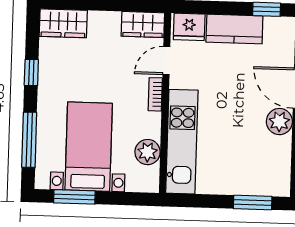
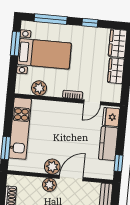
wardrobe: (143, 24) -> (116, 71), moved
door: (166, 61) -> (92, 102), swing flipped
kitchen unit: (182, 142) -> (20, 128), moved, turned -90

